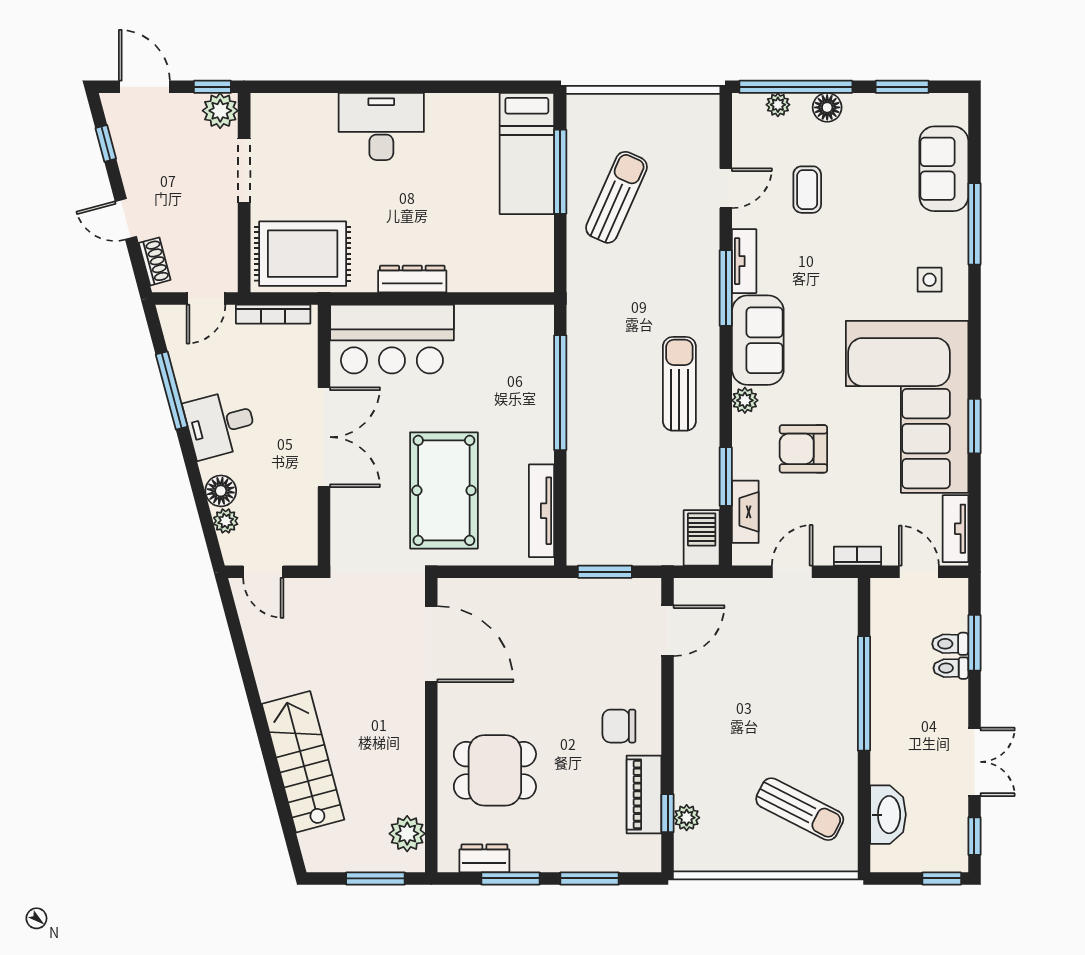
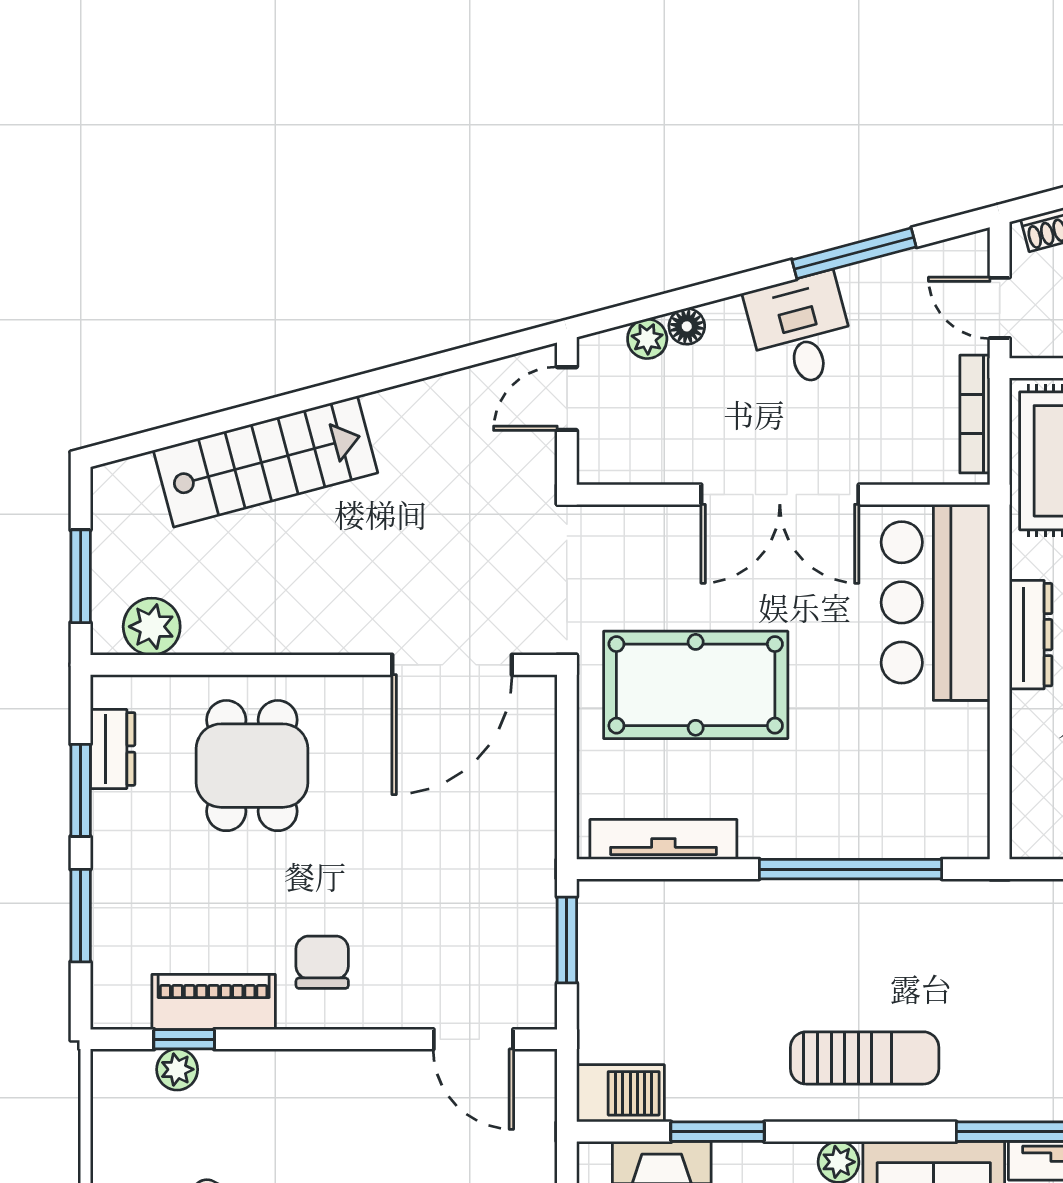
floor lamp: (221, 491) -> (687, 326), width x0.73, depth x0.73

